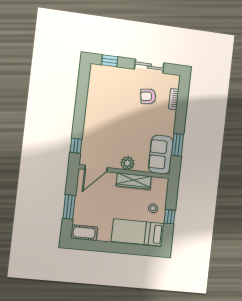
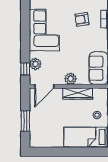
corner sofa: (103, 103) -> (44, 30), added
plant: (88, 141) -> (35, 64), added
cot: (84, 233) -> (40, 142), removed

